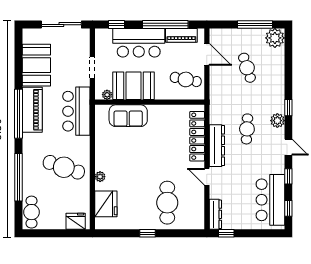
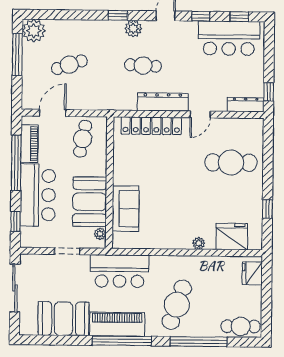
cafe table: (64, 167) -> (177, 305), moved
window: (148, 233) -> (267, 209), moved

